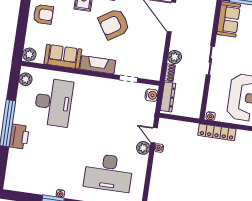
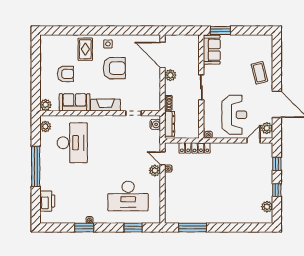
armchair: (43, 14) -> (65, 74), moved
armchair: (114, 24) -> (114, 68), turned -147
plant: (175, 57) -> (170, 75), moved
locker: (217, 132) -> (195, 148), moved
printer: (19, 137) -> (47, 201), moved

